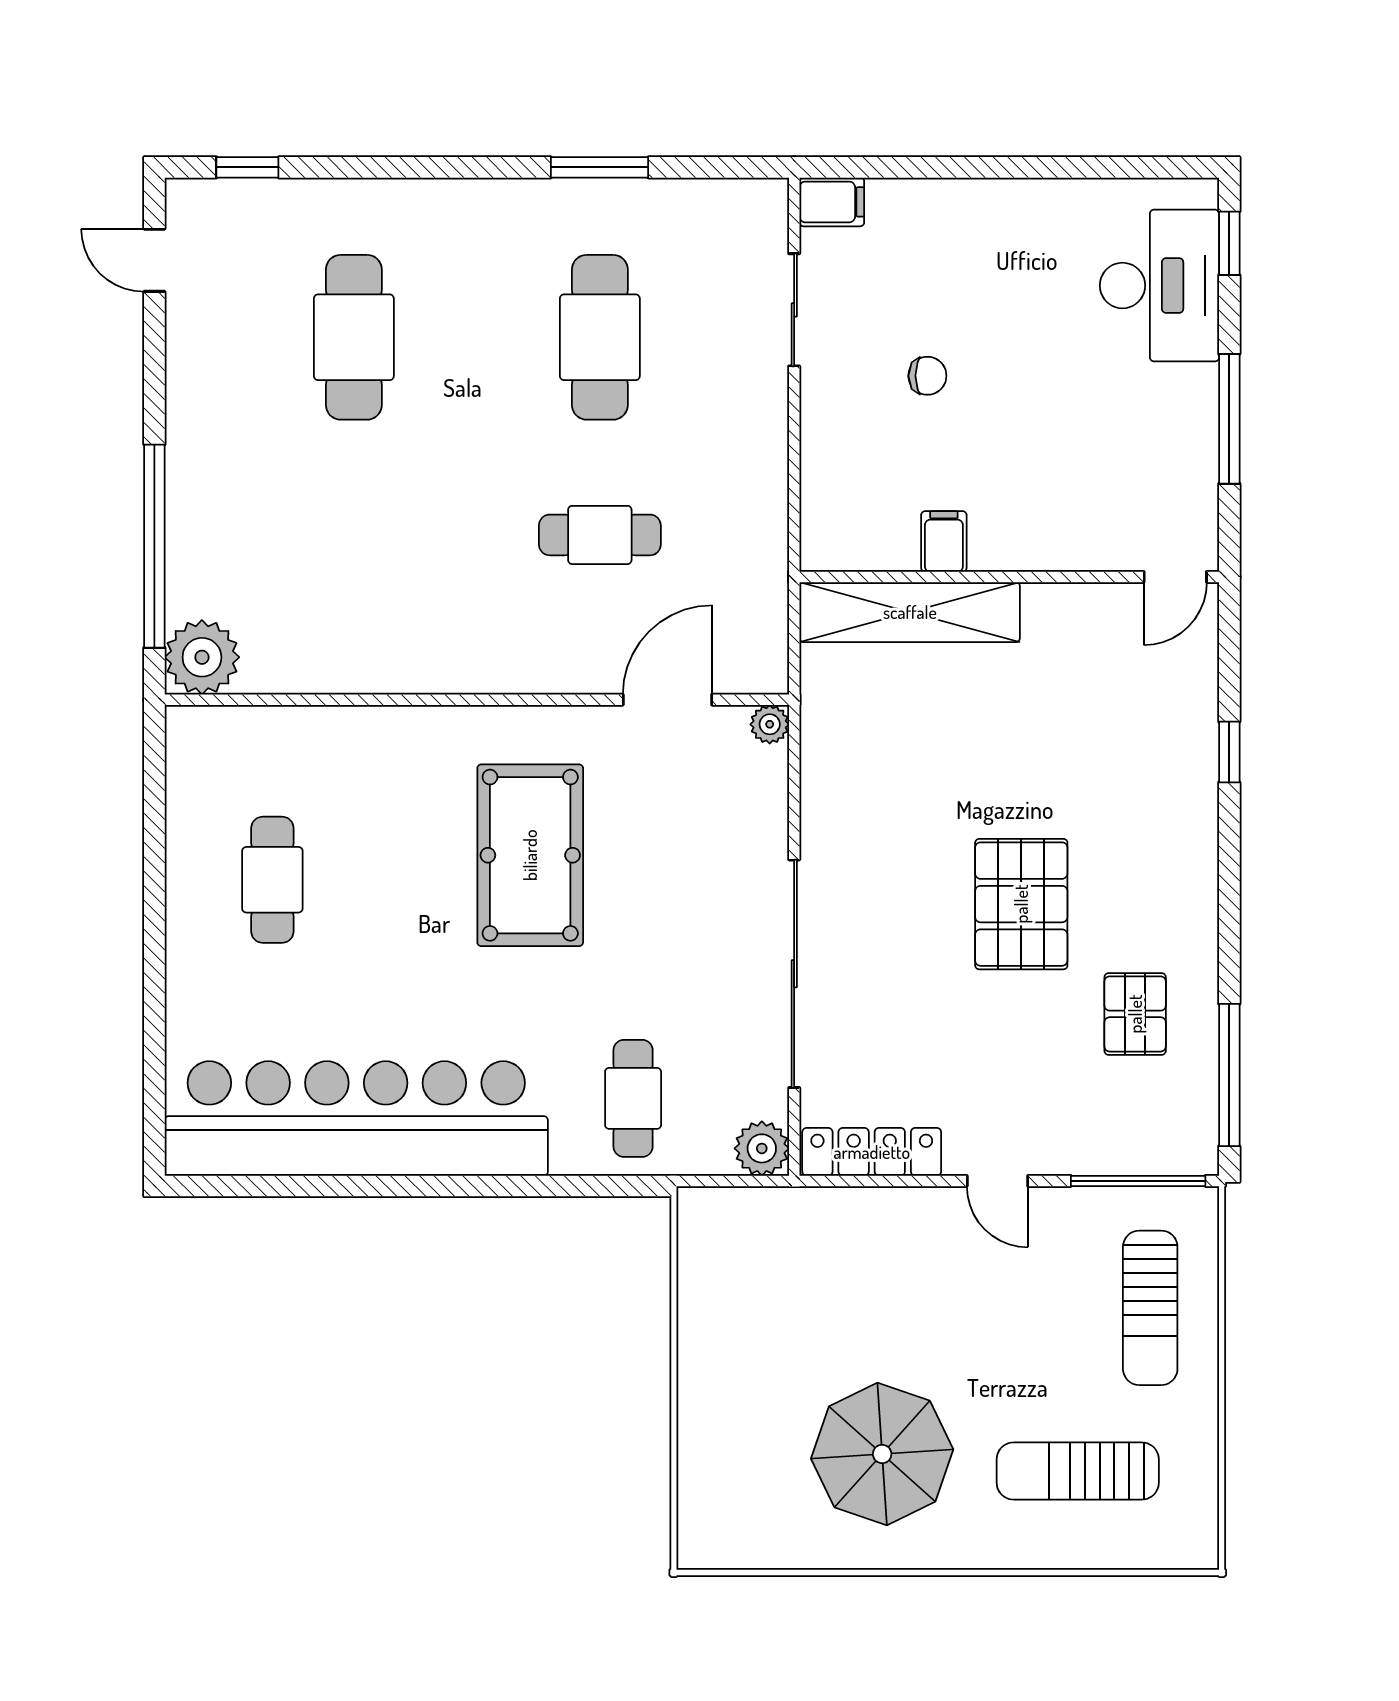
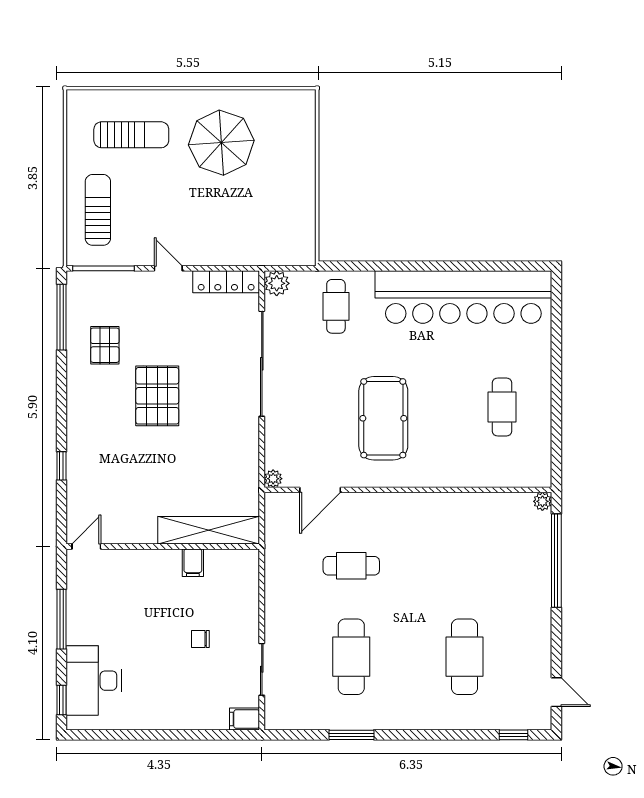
plant: (202, 657) -> (542, 501), width x0.53, depth x0.53

